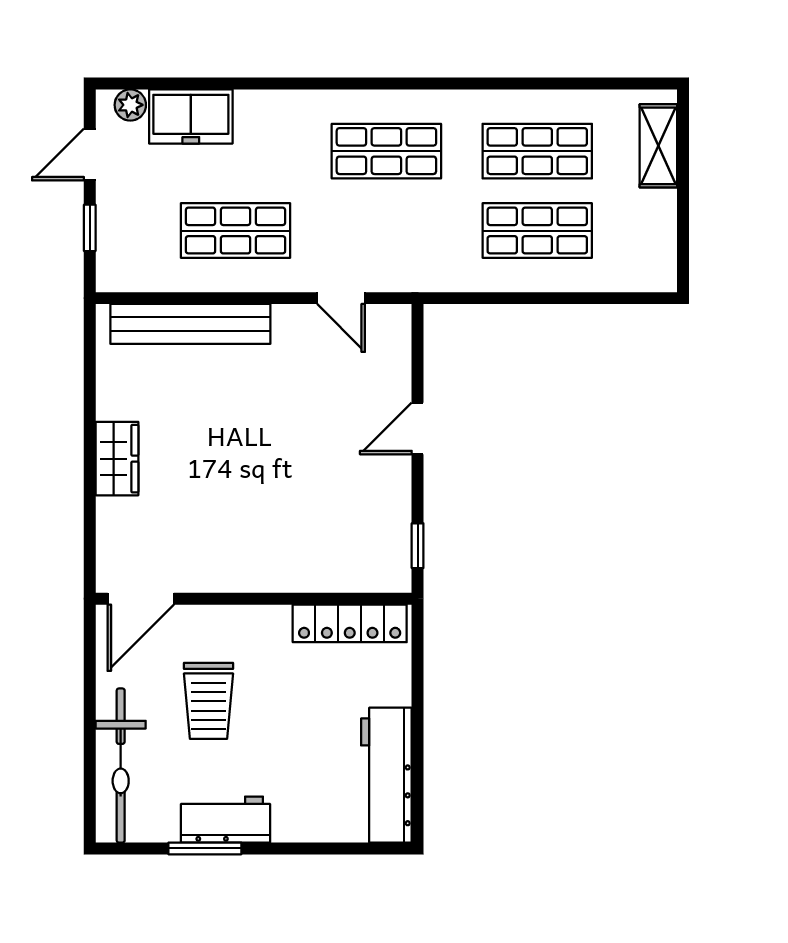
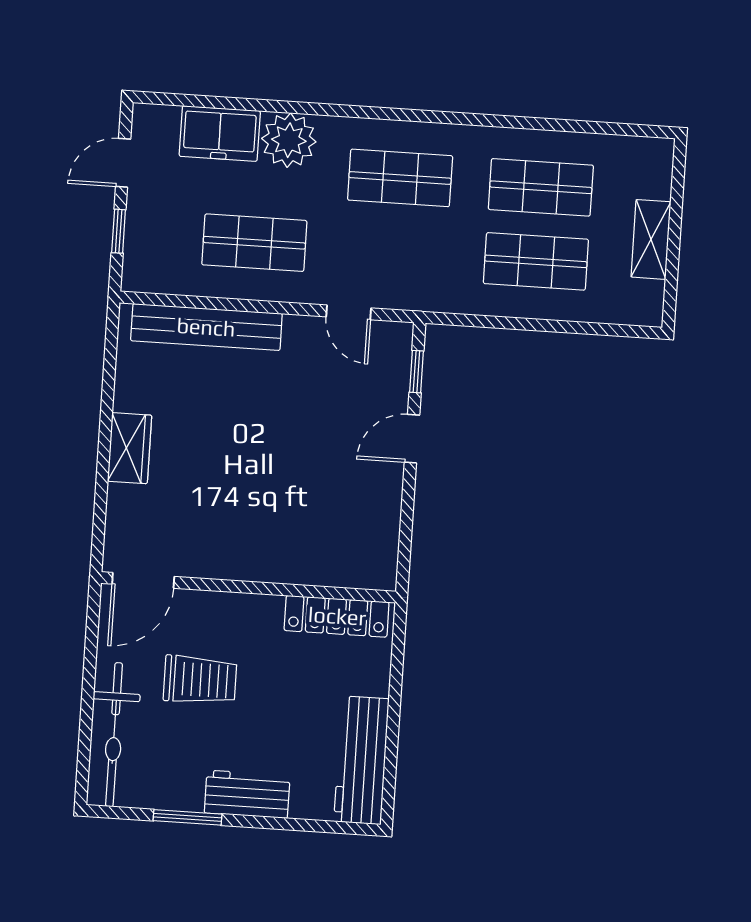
plant: (130, 105) -> (289, 140), moved, width x1.87, depth x1.87
shelving: (658, 146) -> (651, 239), moved
window: (418, 546) -> (416, 372), moved
trolley: (209, 701) -> (200, 680), turned -90
workbench: (225, 820) -> (247, 794), moved

